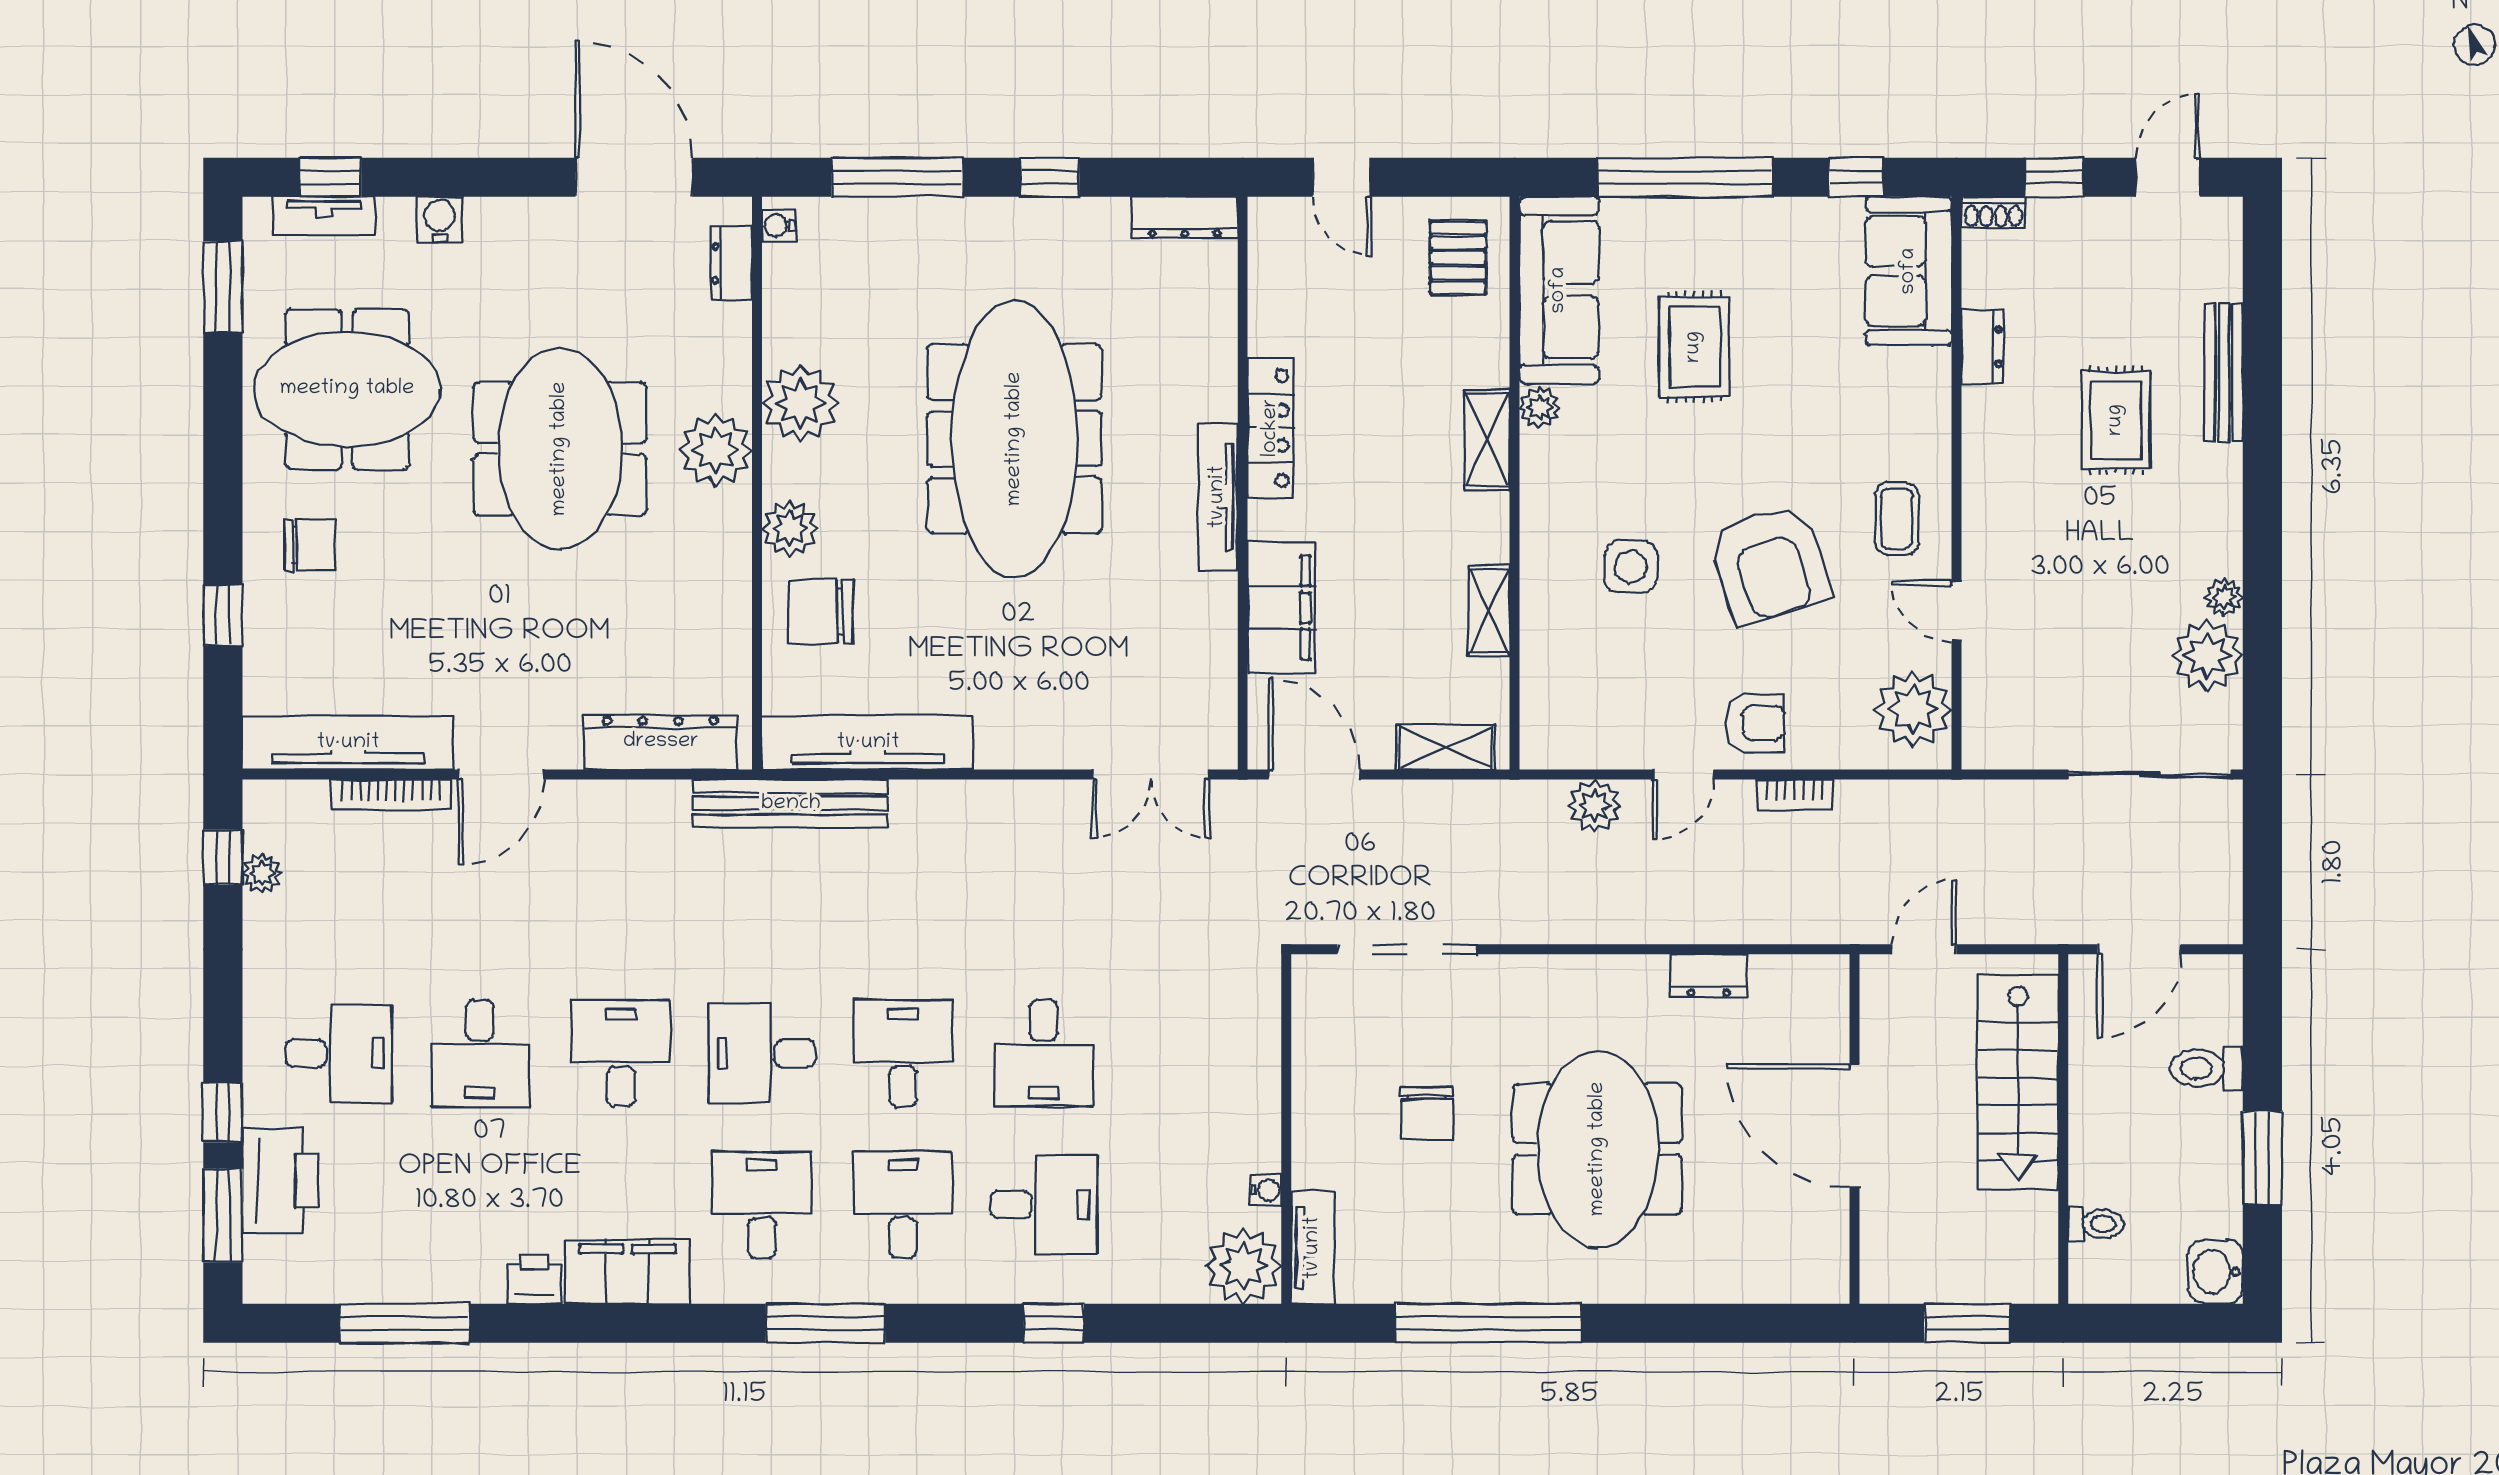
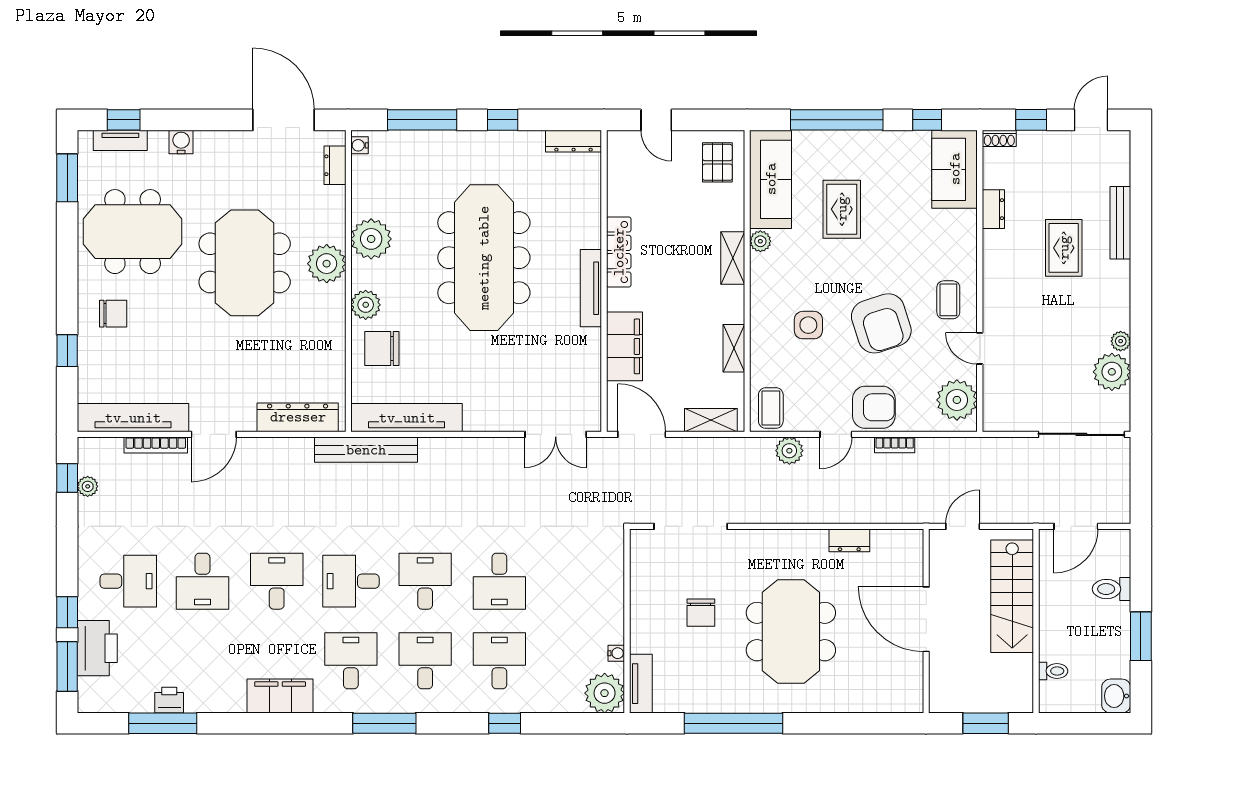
armchair: (1755, 723) -> (874, 407), width x1.38, depth x1.38
coffee table: (1560, 724) -> (771, 408), added
desk: (1044, 1205) -> (499, 661), turned -90
printer: (534, 1279) -> (169, 700), moved

